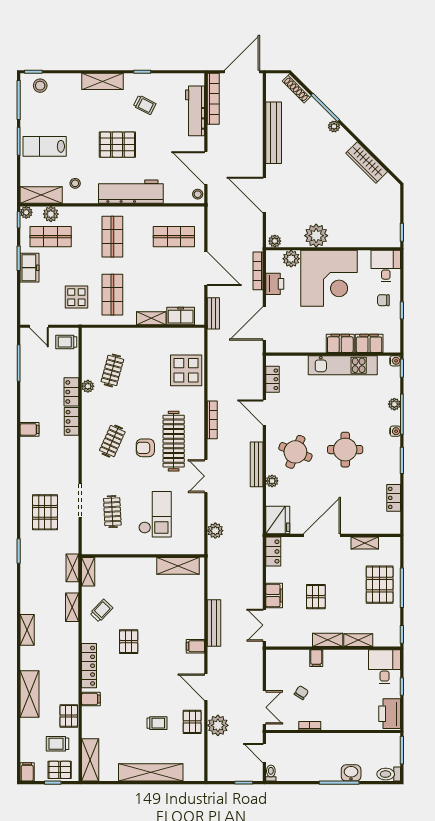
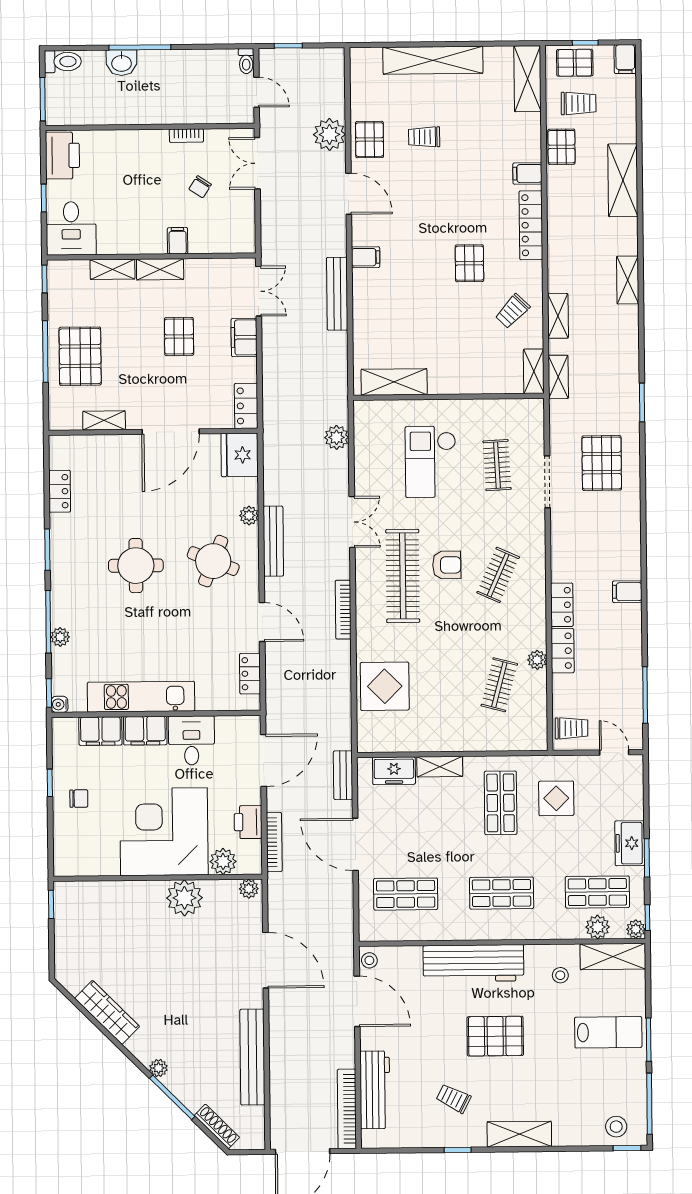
shop shelf: (112, 237) -> (502, 893), turned 90
desk: (386, 266) -> (192, 740), moved, turned 180
water cooler: (395, 431) -> (58, 595), removed

